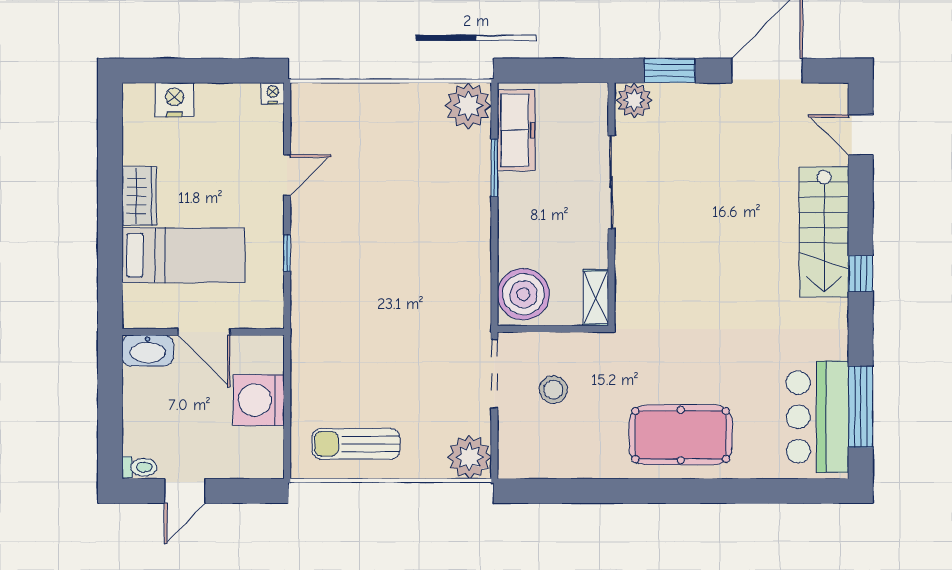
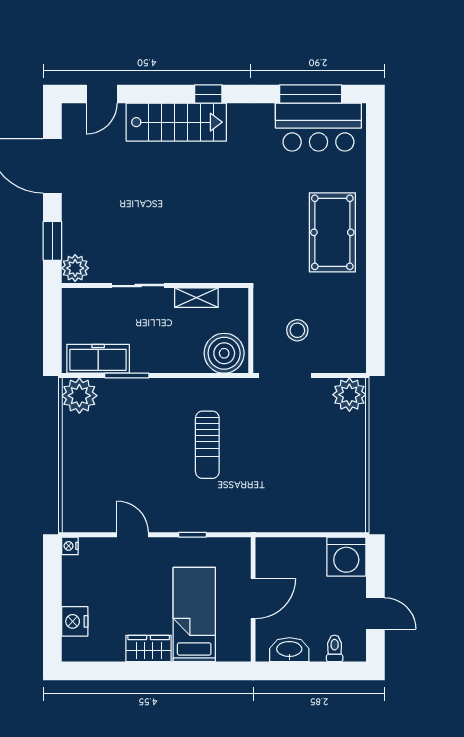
sliding door: (611, 182) -> (138, 286), width x0.73
shelving: (596, 297) -> (196, 298), moved
washbasin: (148, 350) -> (289, 650), moved, turned -90
washing machine: (259, 400) -> (346, 557), moved
sun lounger: (356, 444) -> (207, 445), moved
toilet: (139, 467) -> (335, 648), moved

